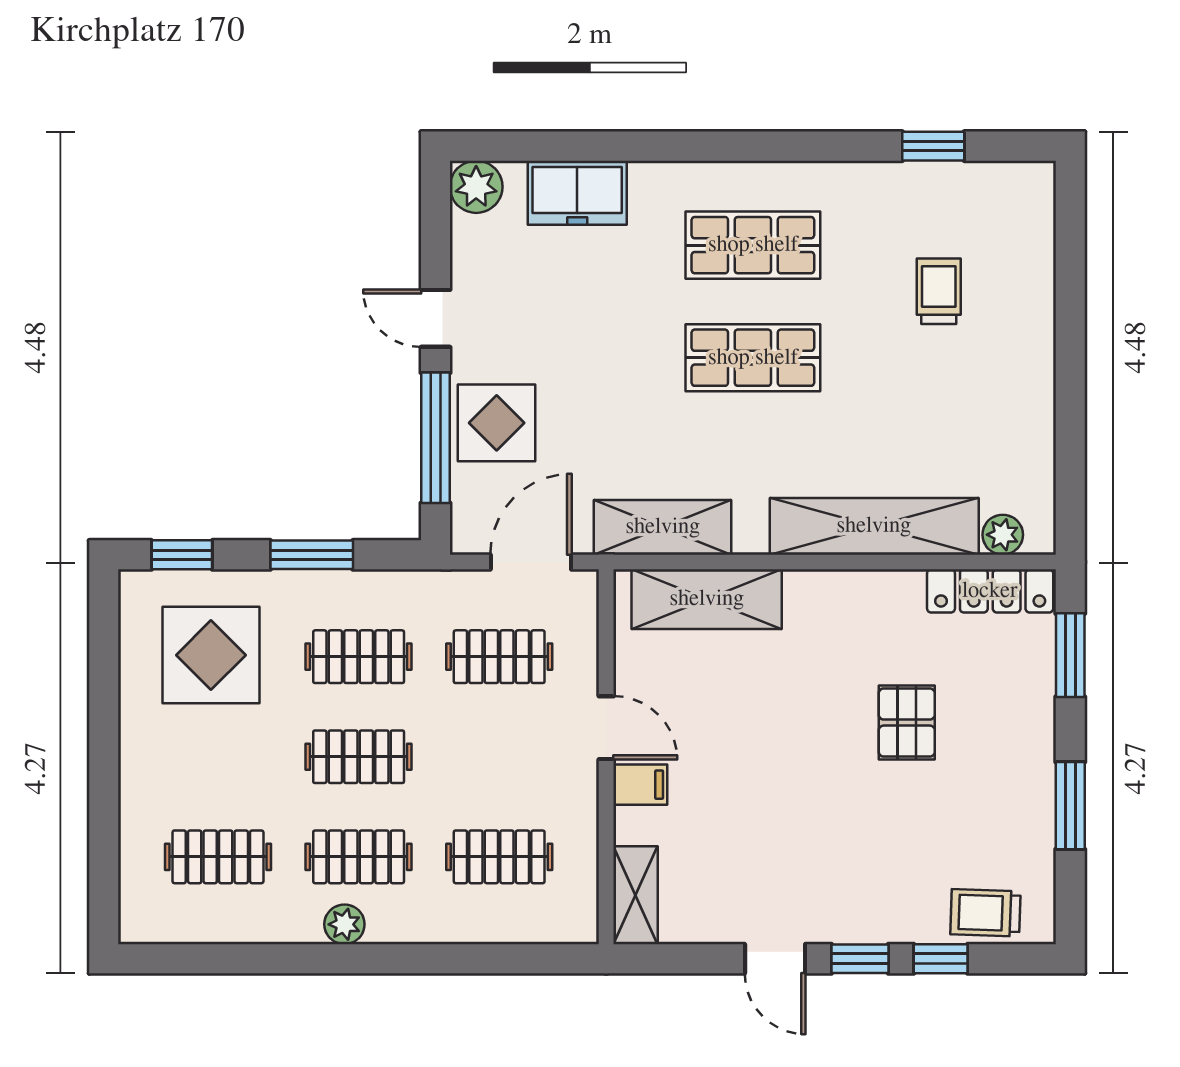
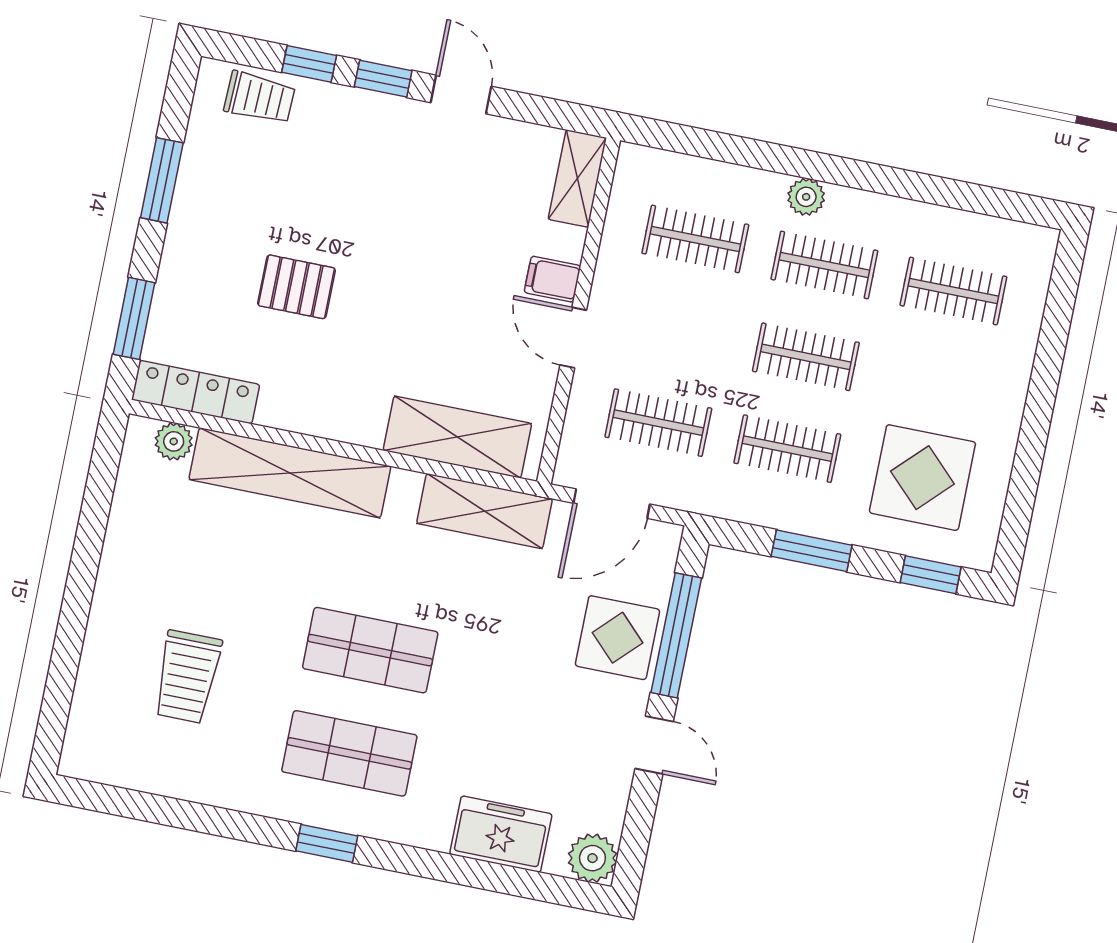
window: (933, 146) -> (327, 843), moved
trolley: (939, 291) -> (187, 677), width x1.36, depth x1.39
pallet: (907, 723) -> (296, 287), turned 90
plant: (344, 924) -> (806, 197), moved

